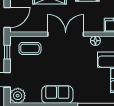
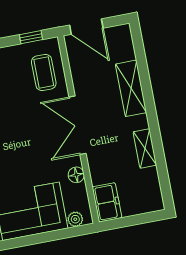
double door: (66, 34) -> (78, 125), swing flipped

